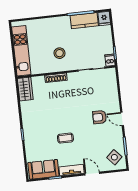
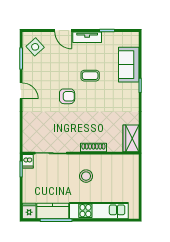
kitchen unit: (21, 51) -> (99, 211), moved, turned 90
armchair: (100, 117) -> (67, 96), moved
sofa: (43, 169) -> (129, 65), moved, turned 90

